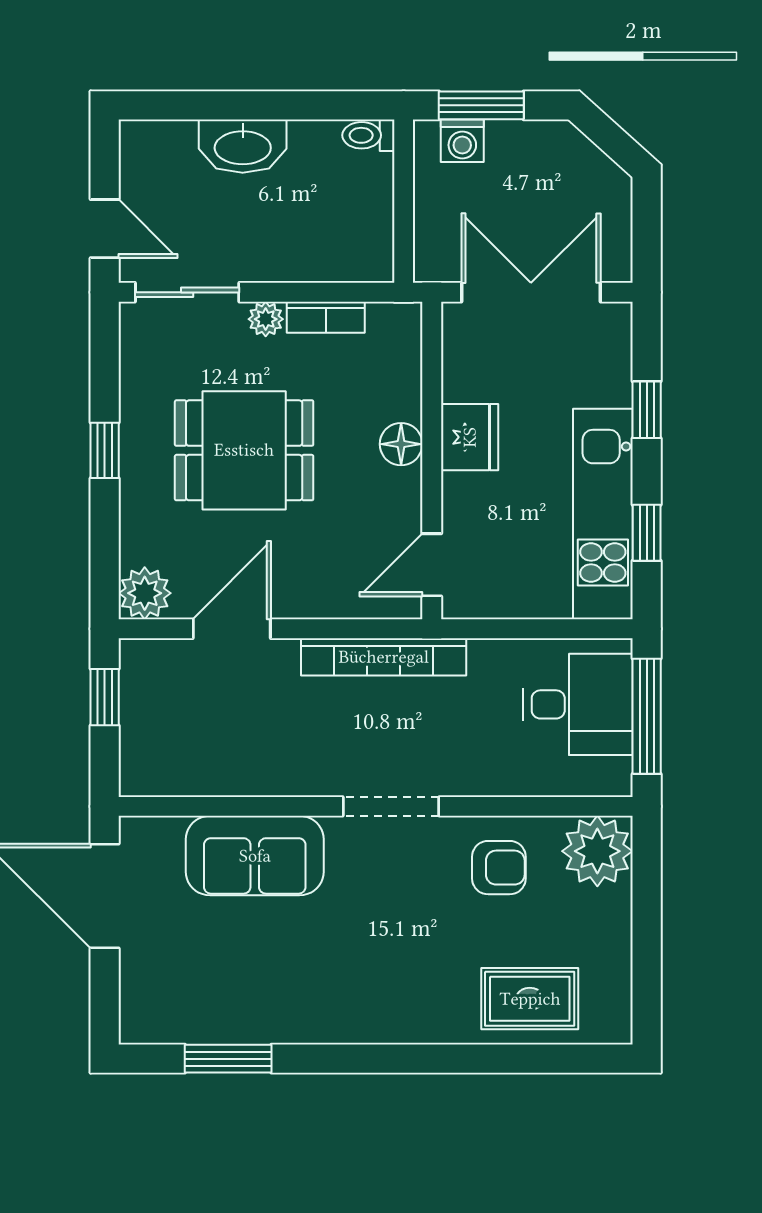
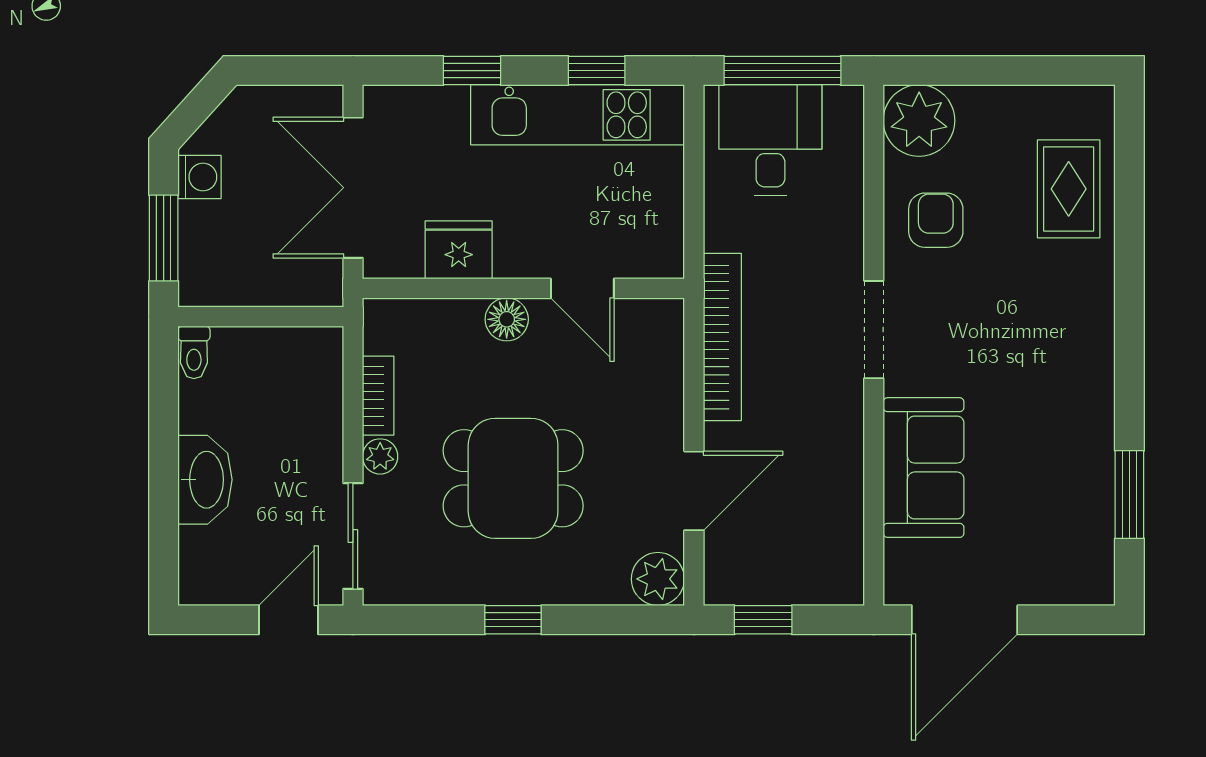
washing machine: (462, 141) -> (199, 177), moved
fridge: (470, 437) -> (459, 250), moved
dining table: (244, 450) -> (513, 478), turned 90
door: (432, 565) -> (582, 288), moved
door: (232, 629) -> (694, 491), swing flipped

